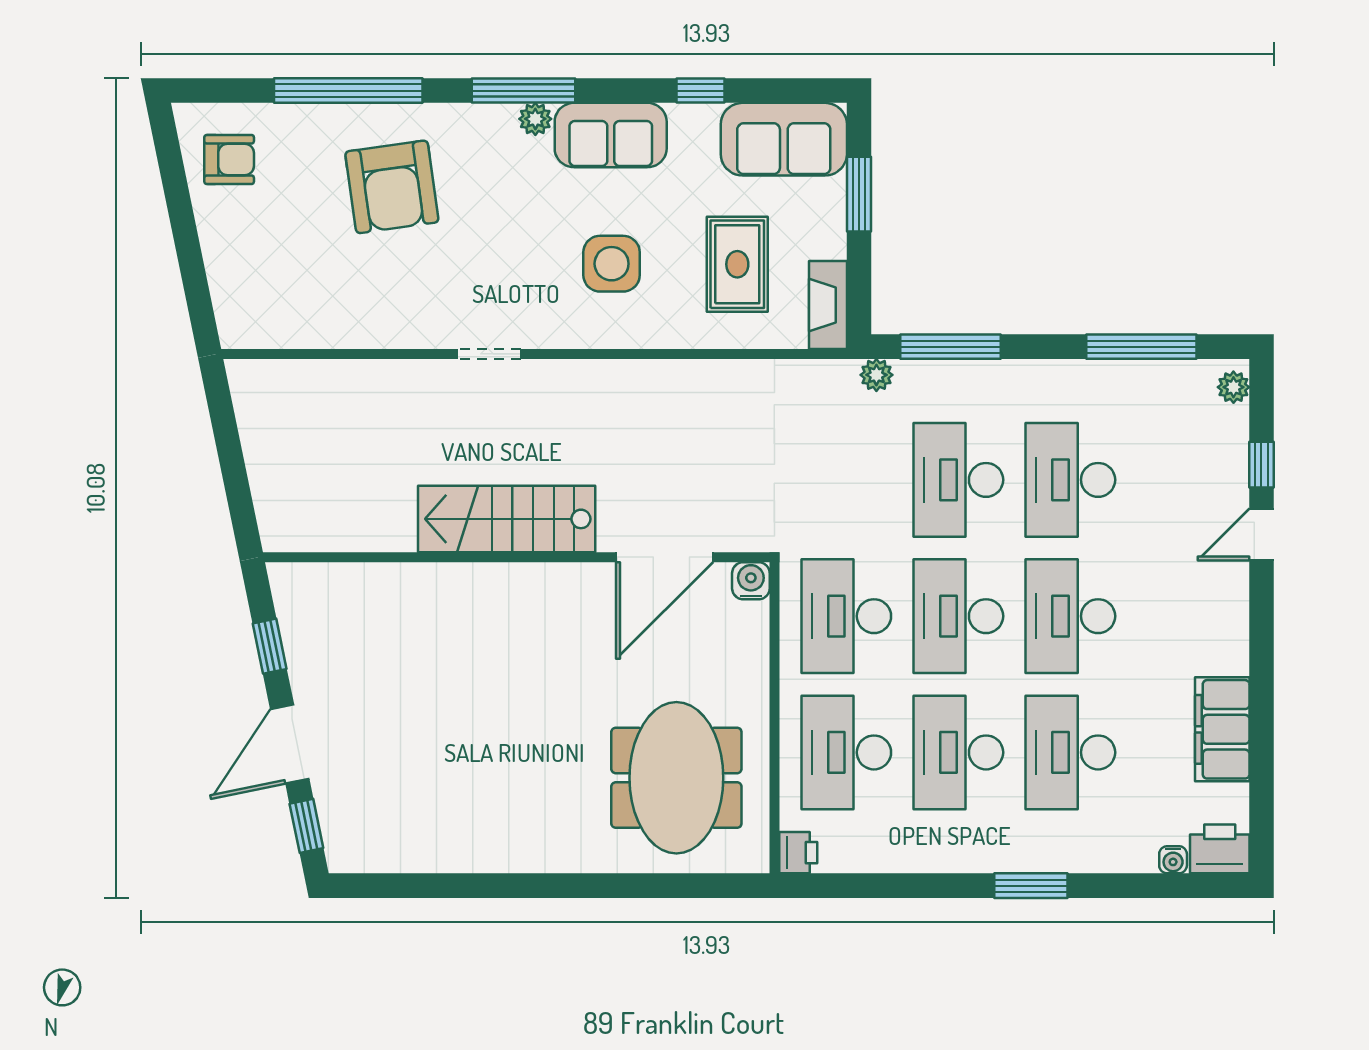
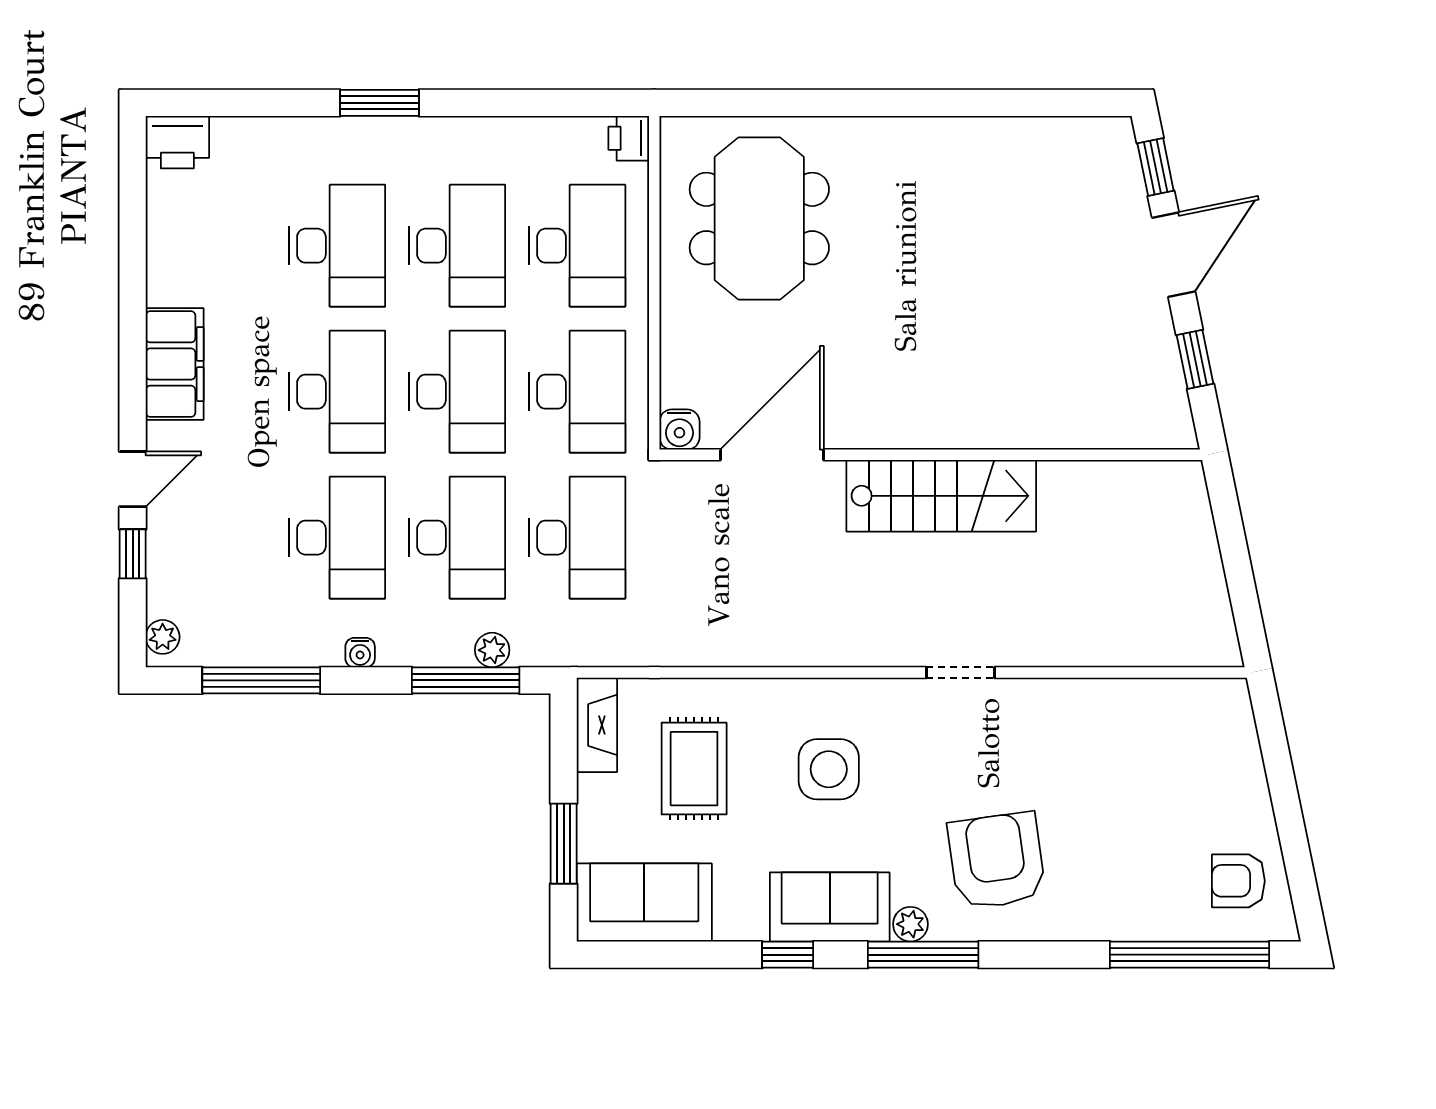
window: (348, 91) -> (1190, 955), moved
window: (701, 91) -> (788, 955), moved
armchair: (392, 187) -> (997, 861), moved
plant: (876, 375) -> (492, 650), moved
desk: (846, 480) -> (577, 538), added
filing cabinet: (1222, 729) -> (175, 364), moved
water cooler: (1173, 860) -> (360, 653), moved, turned 180

